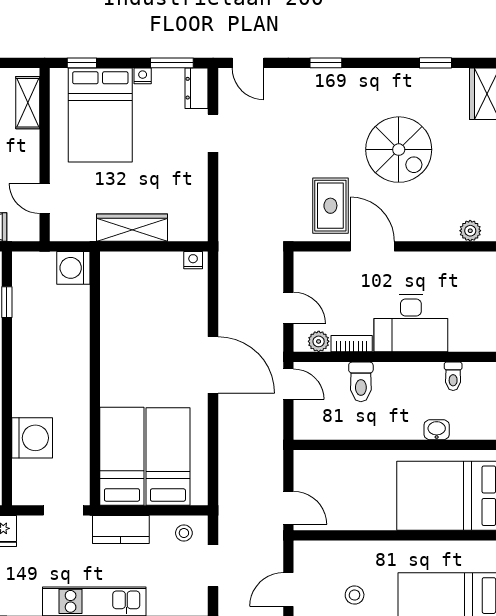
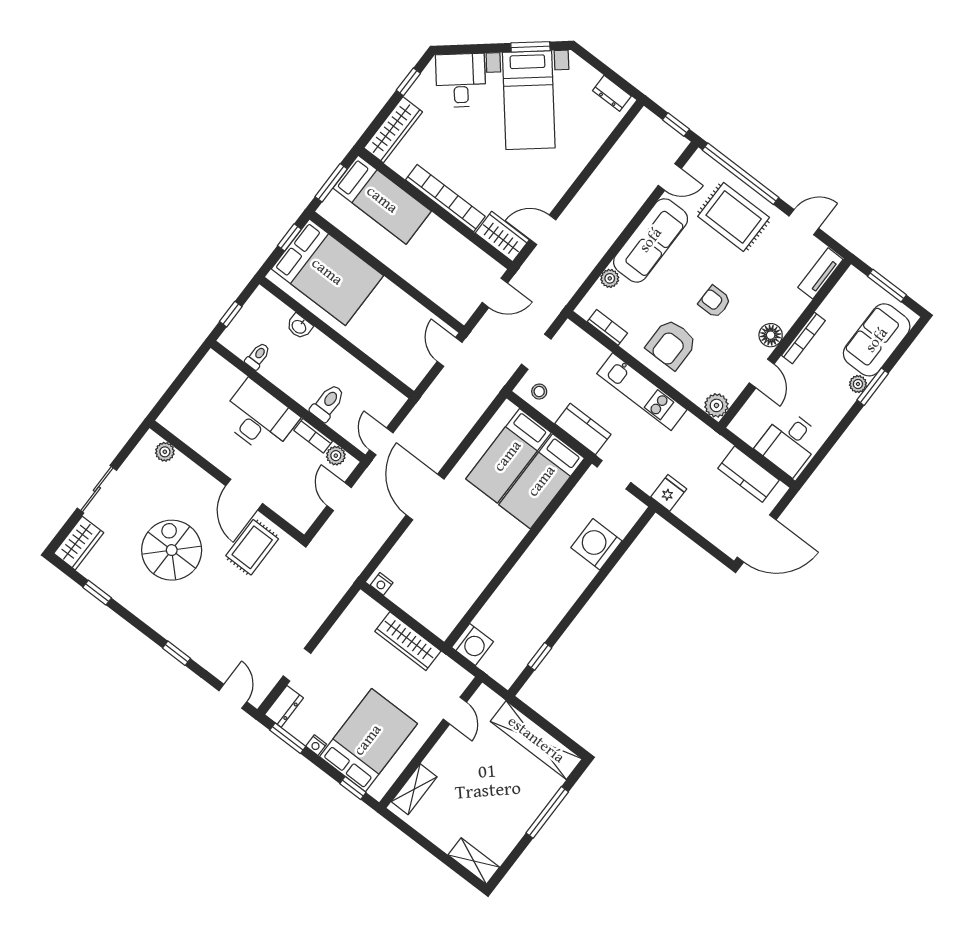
stool: (355, 595) -> (450, 252), removed

